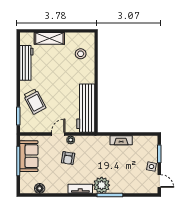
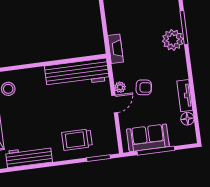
trolley: (35, 101) -> (77, 140), turned -152
door: (58, 134) -> (115, 104), swing flipped
fireplace: (121, 140) -> (116, 49), moved
tv unit: (80, 189) -> (185, 96), moved

